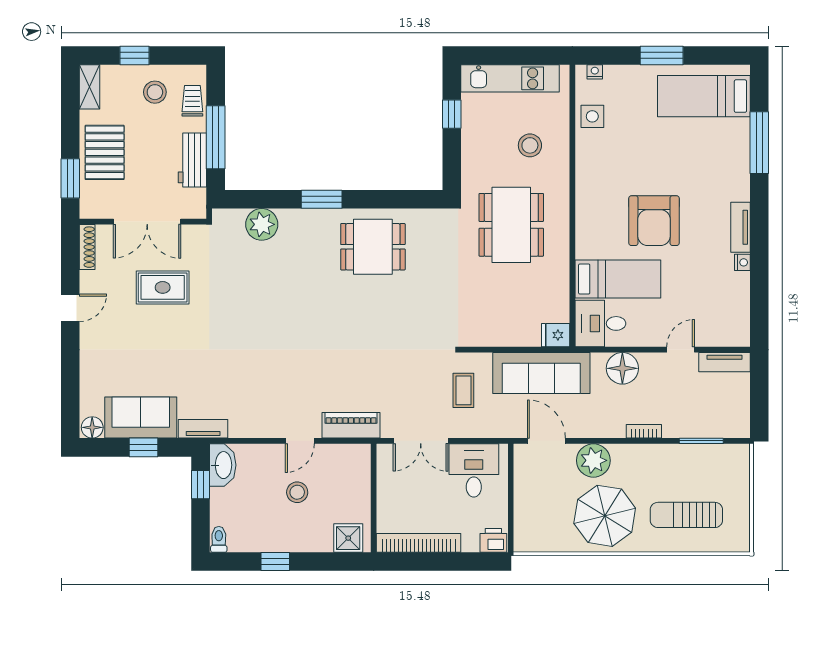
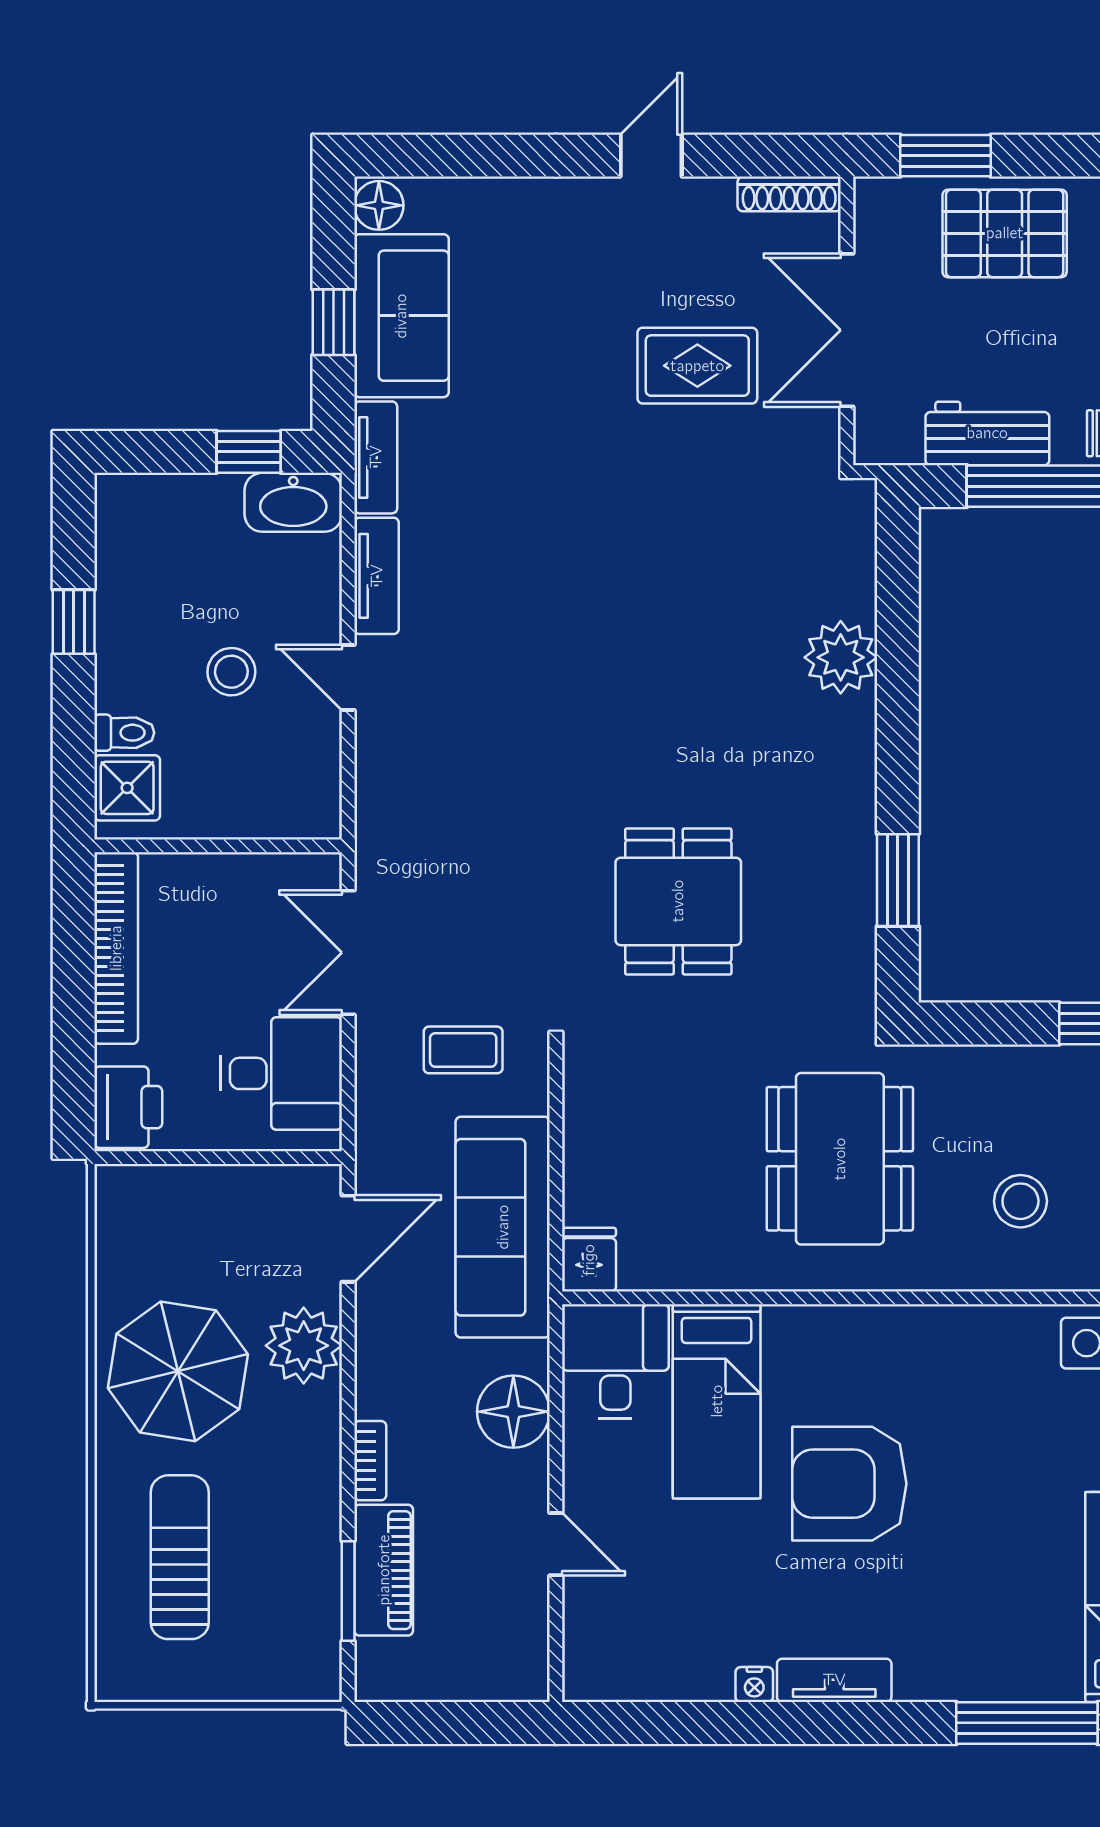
window: (322, 199) -> (898, 880), moved
plant: (262, 224) -> (841, 657), moved
dining table: (511, 225) -> (840, 1159), turned 90
dining table: (373, 247) -> (678, 901), moved
rug: (163, 287) -> (697, 366), turned 90
door: (70, 308) -> (651, 156), swing flipped
tv unit: (725, 362) -> (377, 576), moved, turned 180
piano: (351, 425) -> (384, 1570), moved
toilet: (219, 539) -> (124, 733), moved
printer: (493, 540) -> (128, 1107), width x1.36, depth x1.24

